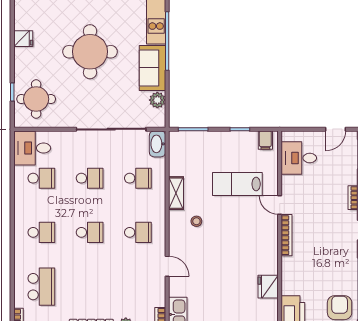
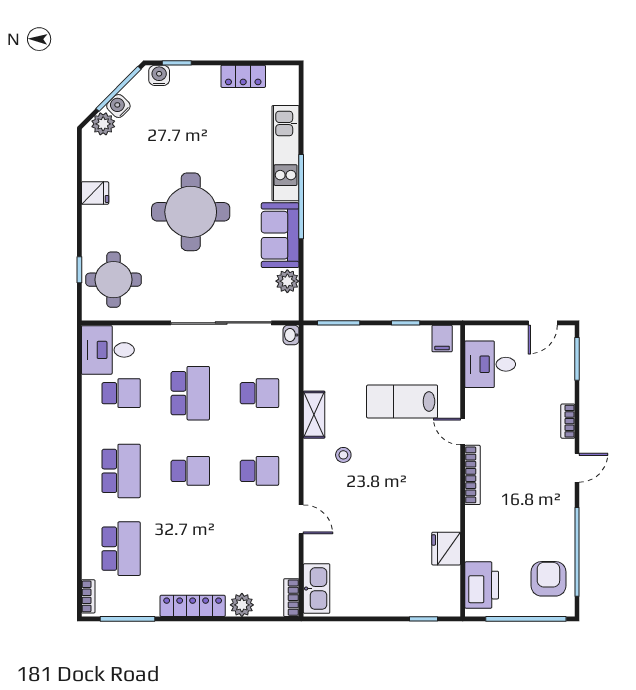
washbasin: (157, 144) -> (291, 335), width x0.52, depth x0.69
school desk: (90, 178) -> (190, 393), width x1.85
school desk: (41, 232) -> (121, 471), width x1.85

